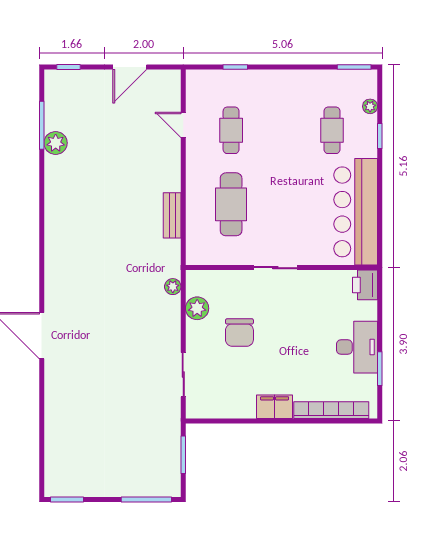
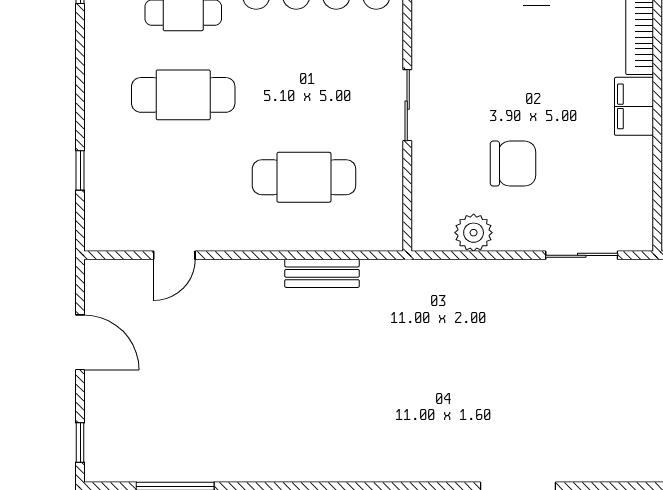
cafe table: (231, 130) -> (183, 95), moved, width x1.37, depth x1.35
plant: (56, 143) -> (204, 464), removed
plant: (173, 287) -> (438, 272), removed

